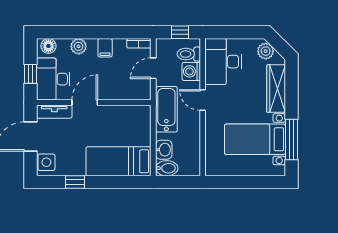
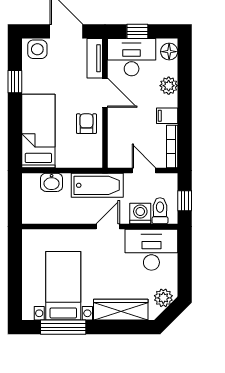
bookcase: (139, 43) -> (172, 146), width x1.56
armchair: (112, 119) -> (86, 124), added
bidet: (167, 168) -> (31, 186), removed

